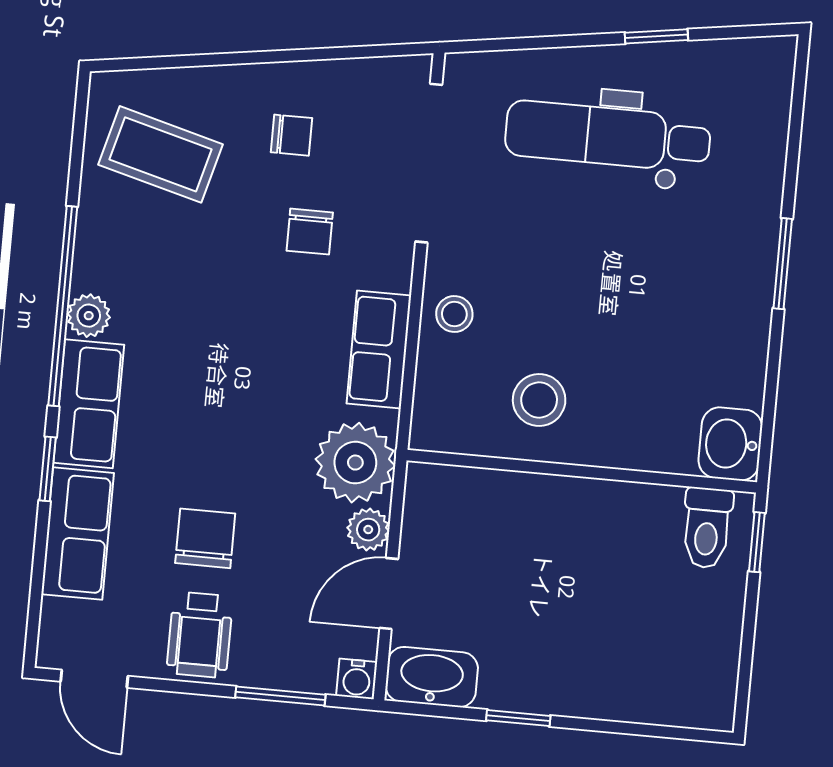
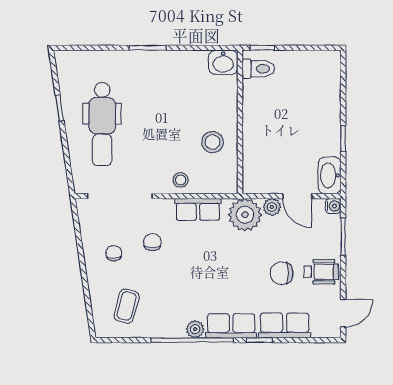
coffee table: (160, 154) -> (127, 306), width x0.73, depth x0.77
chair: (310, 232) -> (152, 242), turned -90

